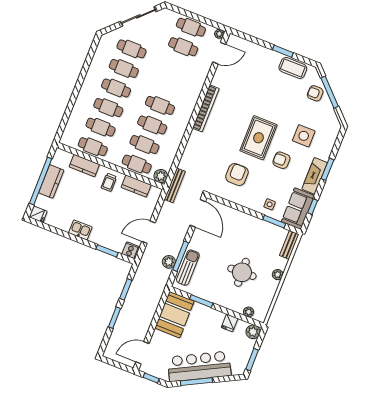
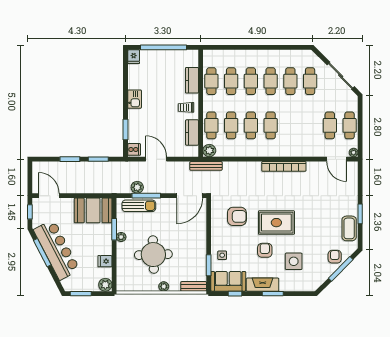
kitchen counter: (51, 181) -> (167, 57), removed
round table: (242, 272) -> (153, 255), width x1.36, depth x1.36
plant: (249, 312) -> (121, 237), moved

